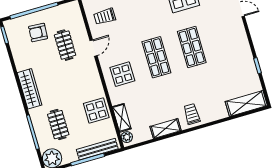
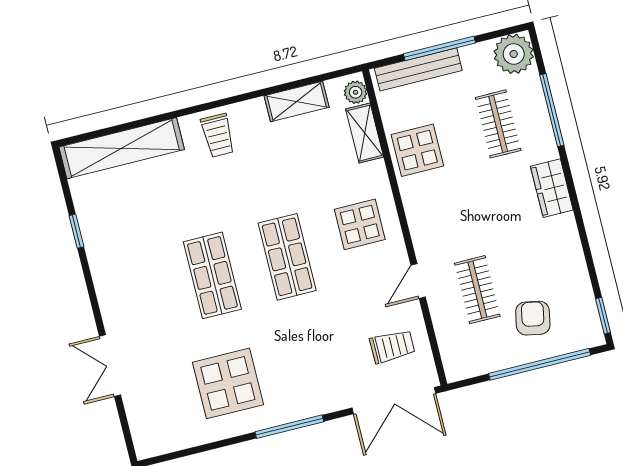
armchair: (38, 32) -> (533, 318), turned -83
wardrobe: (30, 89) -> (552, 188), width x0.67
shelving: (246, 104) -> (122, 148), width x1.47
shelving: (166, 128) -> (297, 101), moved

